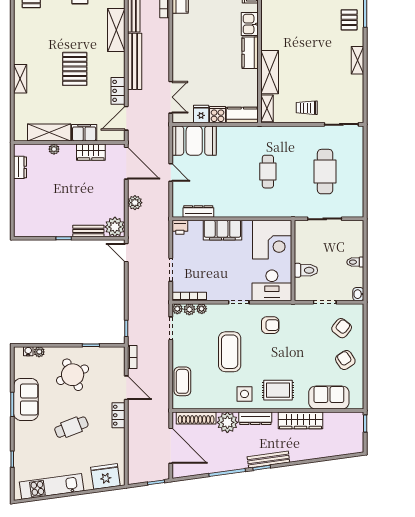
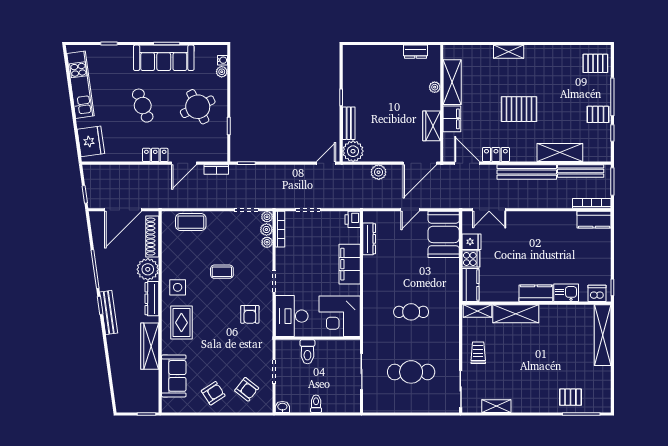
shelving: (358, 60) -> (496, 406), moved
coffee table: (230, 352) -> (222, 272), width x0.54, depth x0.58
sofa: (26, 399) -> (164, 58), width x1.36

